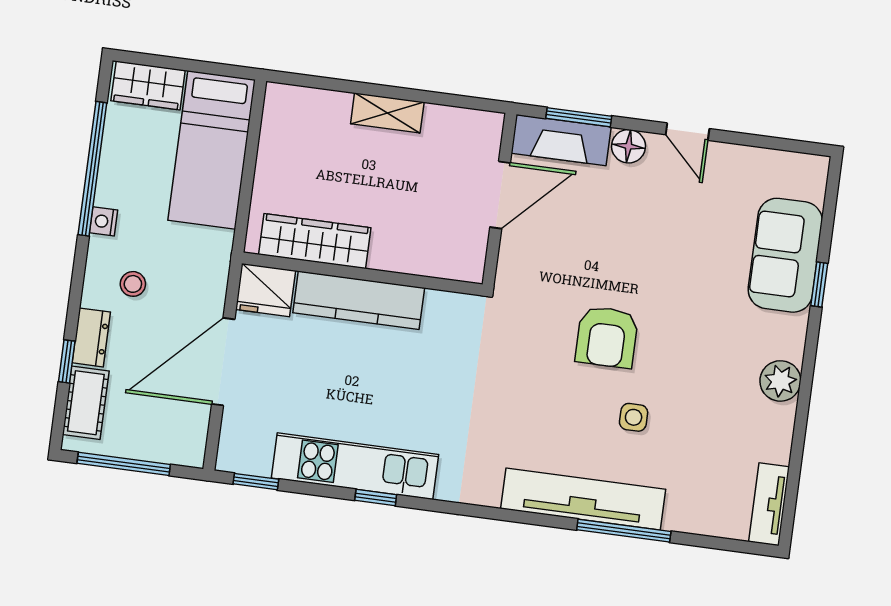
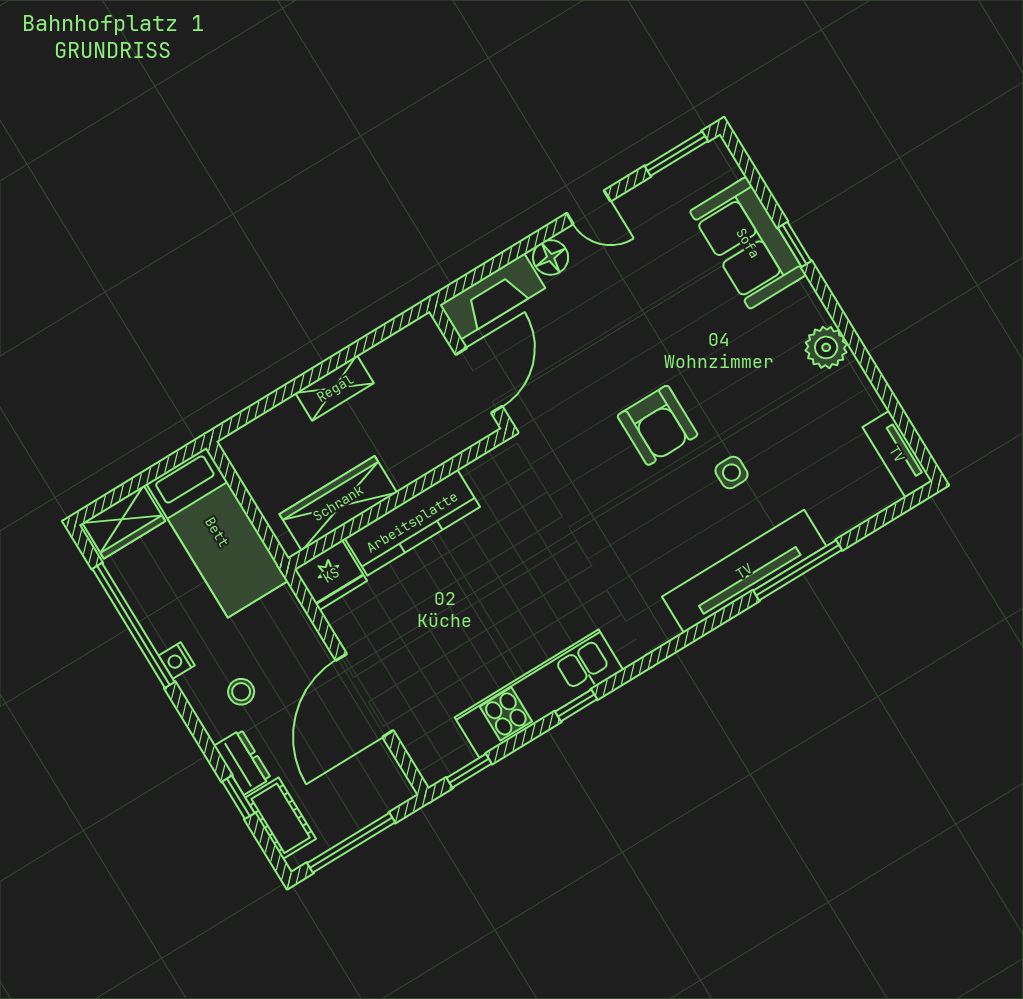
window: (579, 117) -> (676, 154), moved
wardrobe: (315, 241) -> (338, 503), moved
wall: (362, 274) -> (398, 499), moved
fridge: (266, 290) -> (331, 575), moved
kitchen counter: (359, 300) -> (412, 522), moved

